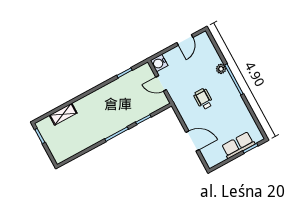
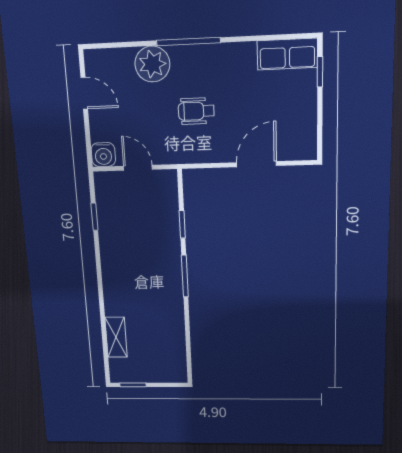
plant: (221, 69) -> (152, 64), width x1.88, depth x1.88
door: (161, 83) -> (138, 168), swing flipped
row of seats: (238, 145) -> (287, 54), moved, turned -90

